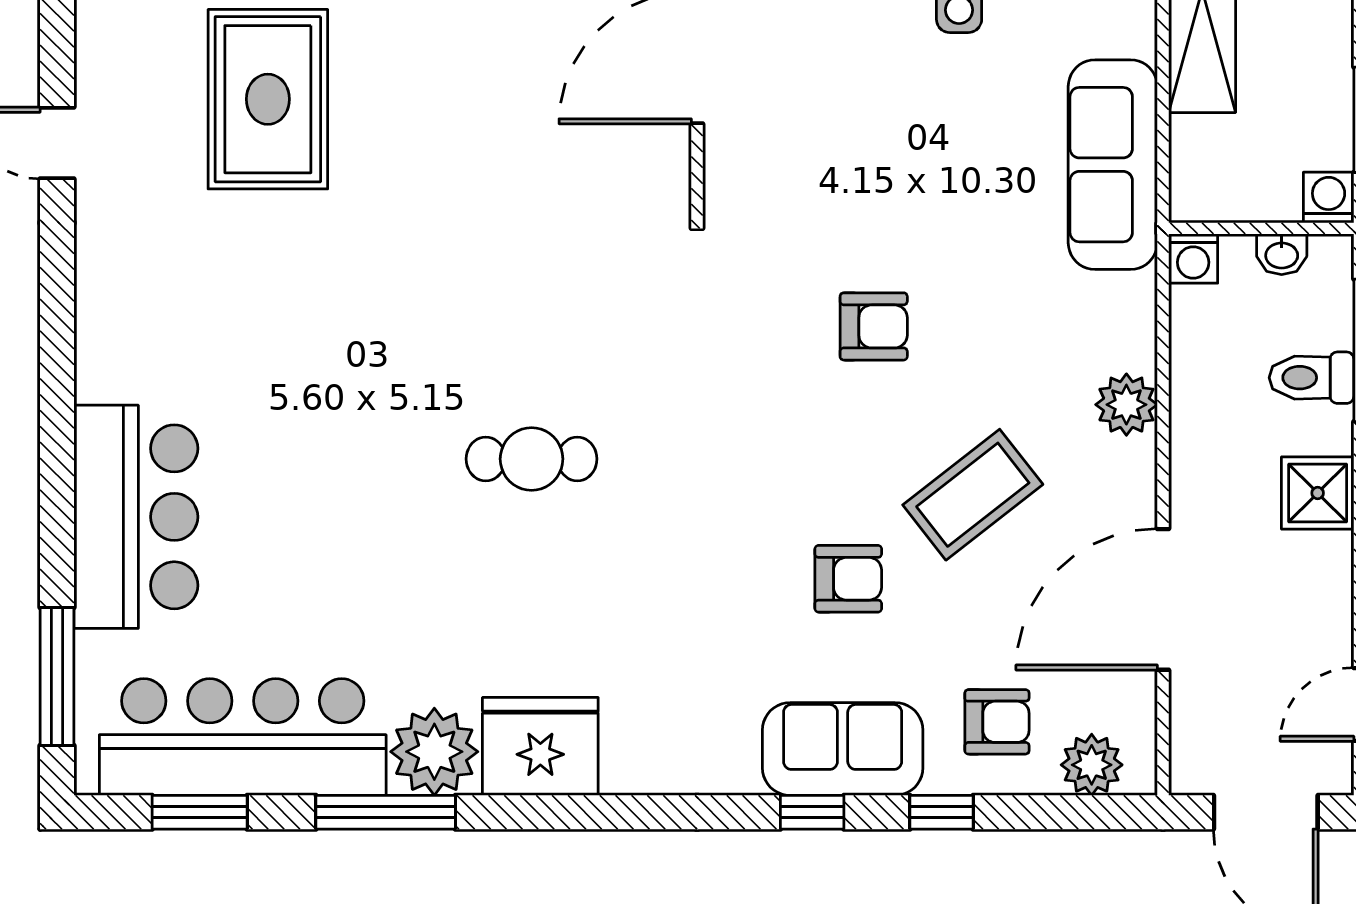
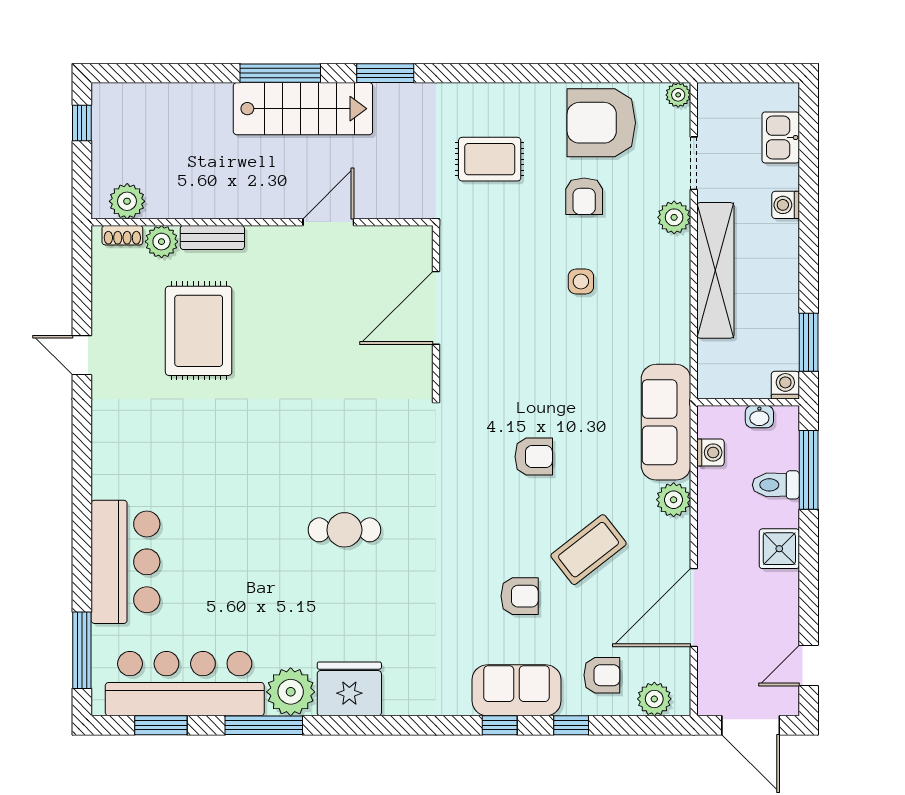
sofa: (1113, 165) -> (666, 422), moved
washing machine: (1193, 259) -> (710, 452), moved, turned -90

